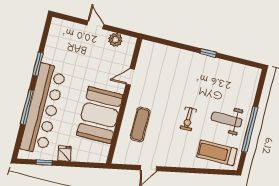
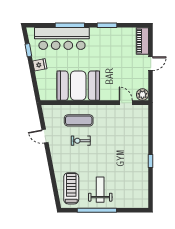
piano: (67, 28) -> (142, 41), added
plant: (115, 40) -> (142, 95), moved
door: (130, 77) -> (126, 103), moved
bar counter: (43, 109) -> (62, 38), width x0.73
exercise bike: (188, 119) -> (81, 141), moved

